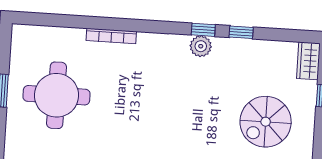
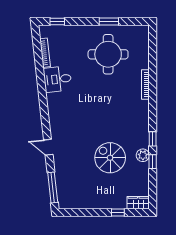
plant: (201, 46) -> (143, 155), moved
spiral stairs: (266, 122) -> (110, 158), moved

